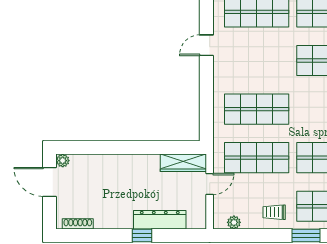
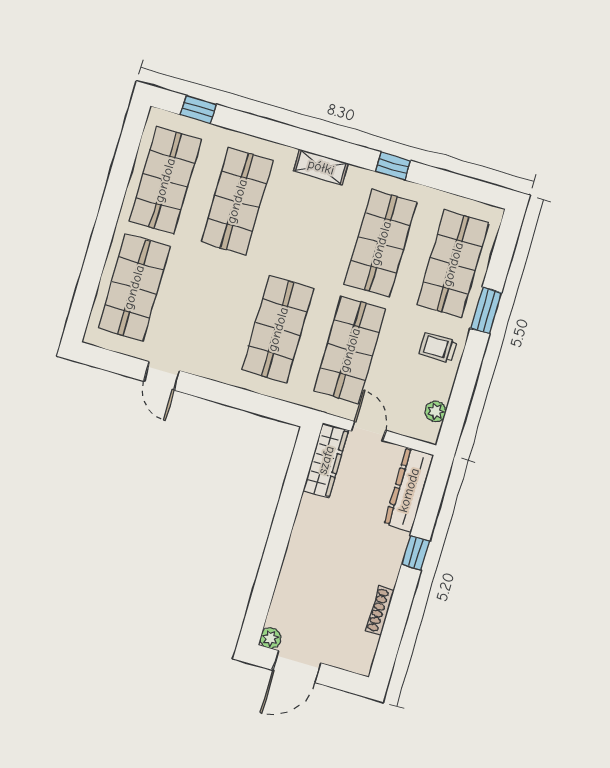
trolley: (274, 212) -> (438, 348), turned 90
dresser: (160, 220) -> (409, 490), moved
shoe rack: (78, 224) -> (380, 611), moved

